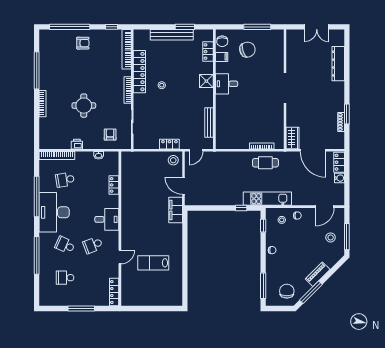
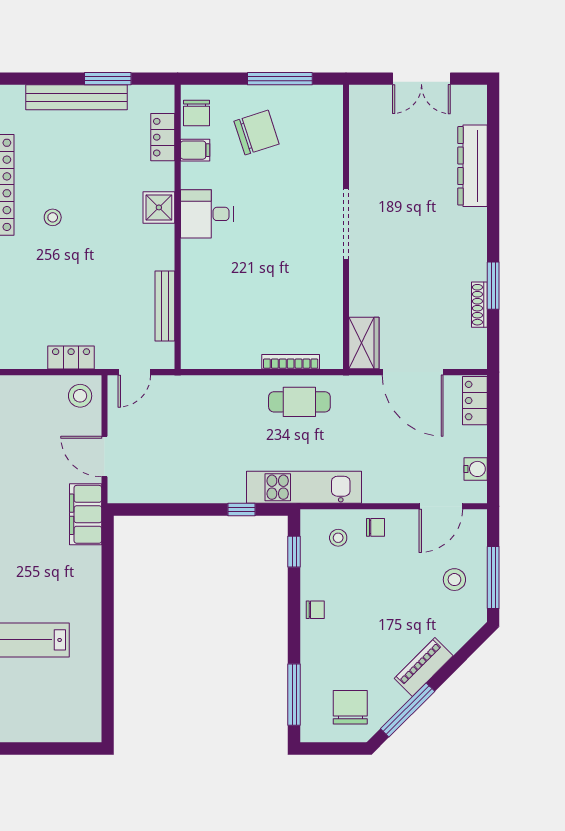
water cooler: (339, 178) -> (476, 469), moved

